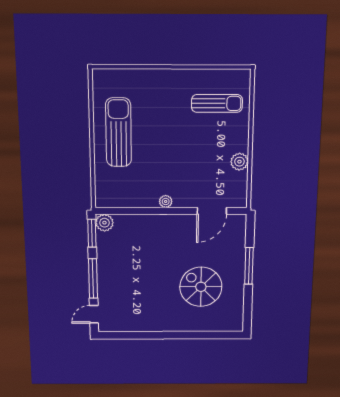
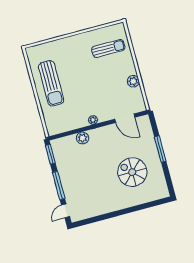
sun lounger: (118, 132) -> (51, 83), turned 180
door: (212, 211) -> (125, 118), hinge flipped
plant: (104, 223) -> (82, 138), moved

